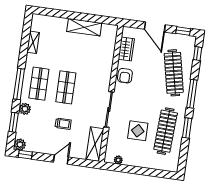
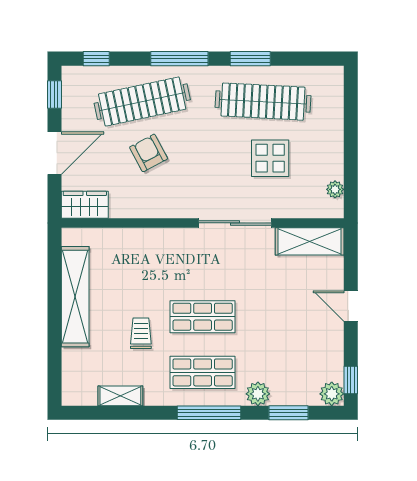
shelving: (84, 27) -> (75, 297), width x1.47
wardrobe: (126, 49) -> (85, 205), moved
armchair: (125, 76) -> (149, 153), moved, turned -118
trolley: (63, 124) -> (141, 333), moved

